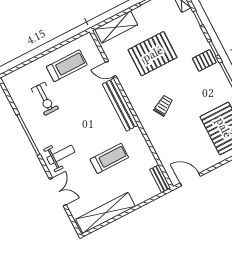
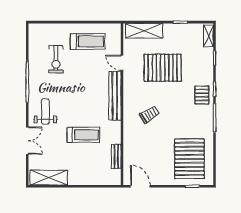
pallet: (204, 60) -> (202, 95), turned 90
weight bench: (61, 155) -> (45, 112), turned -90
bench: (160, 179) -> (116, 156), moved
shelving: (106, 213) -> (49, 178), width x0.68

